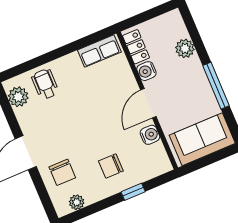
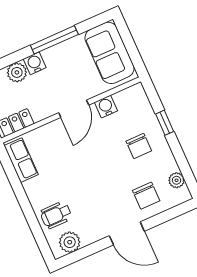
water cooler: (146, 71) -> (35, 63), moved, turned 180
door: (148, 103) -> (74, 109), hinge flipped
chair: (62, 172) -> (146, 196), turned 90

